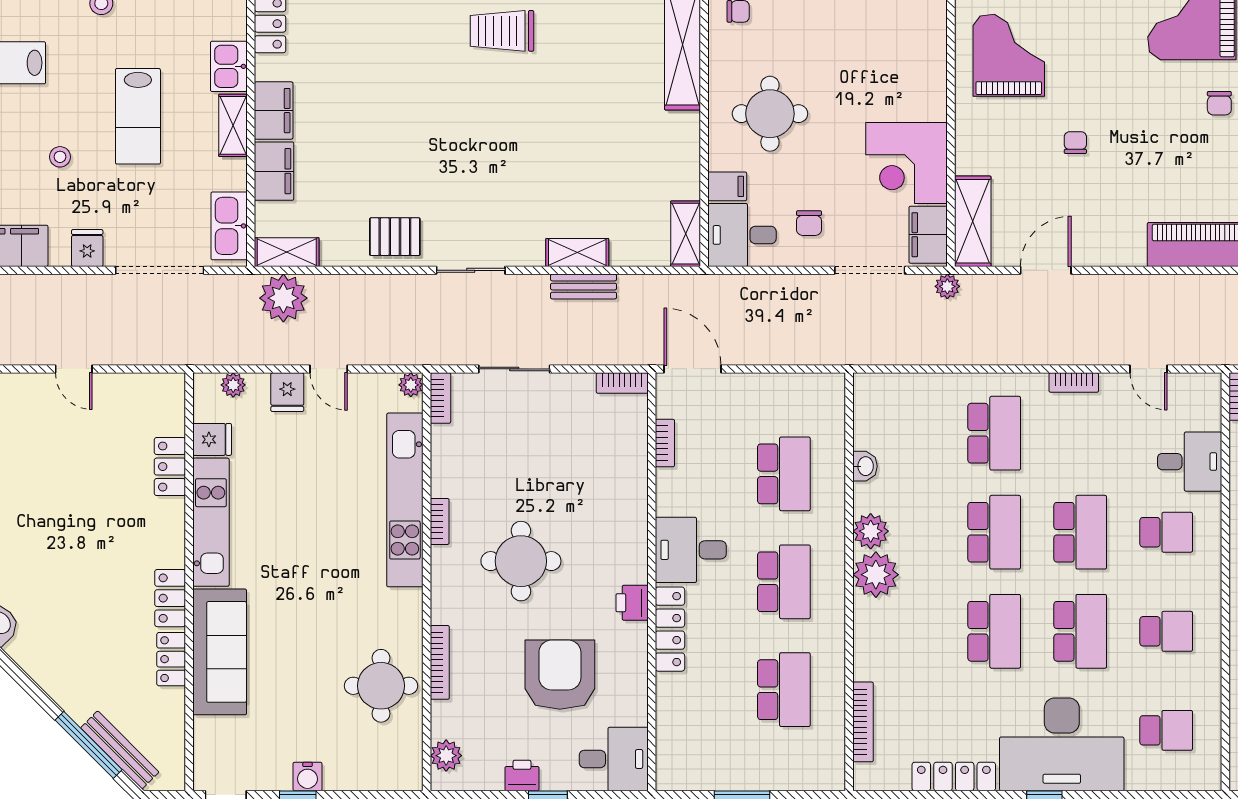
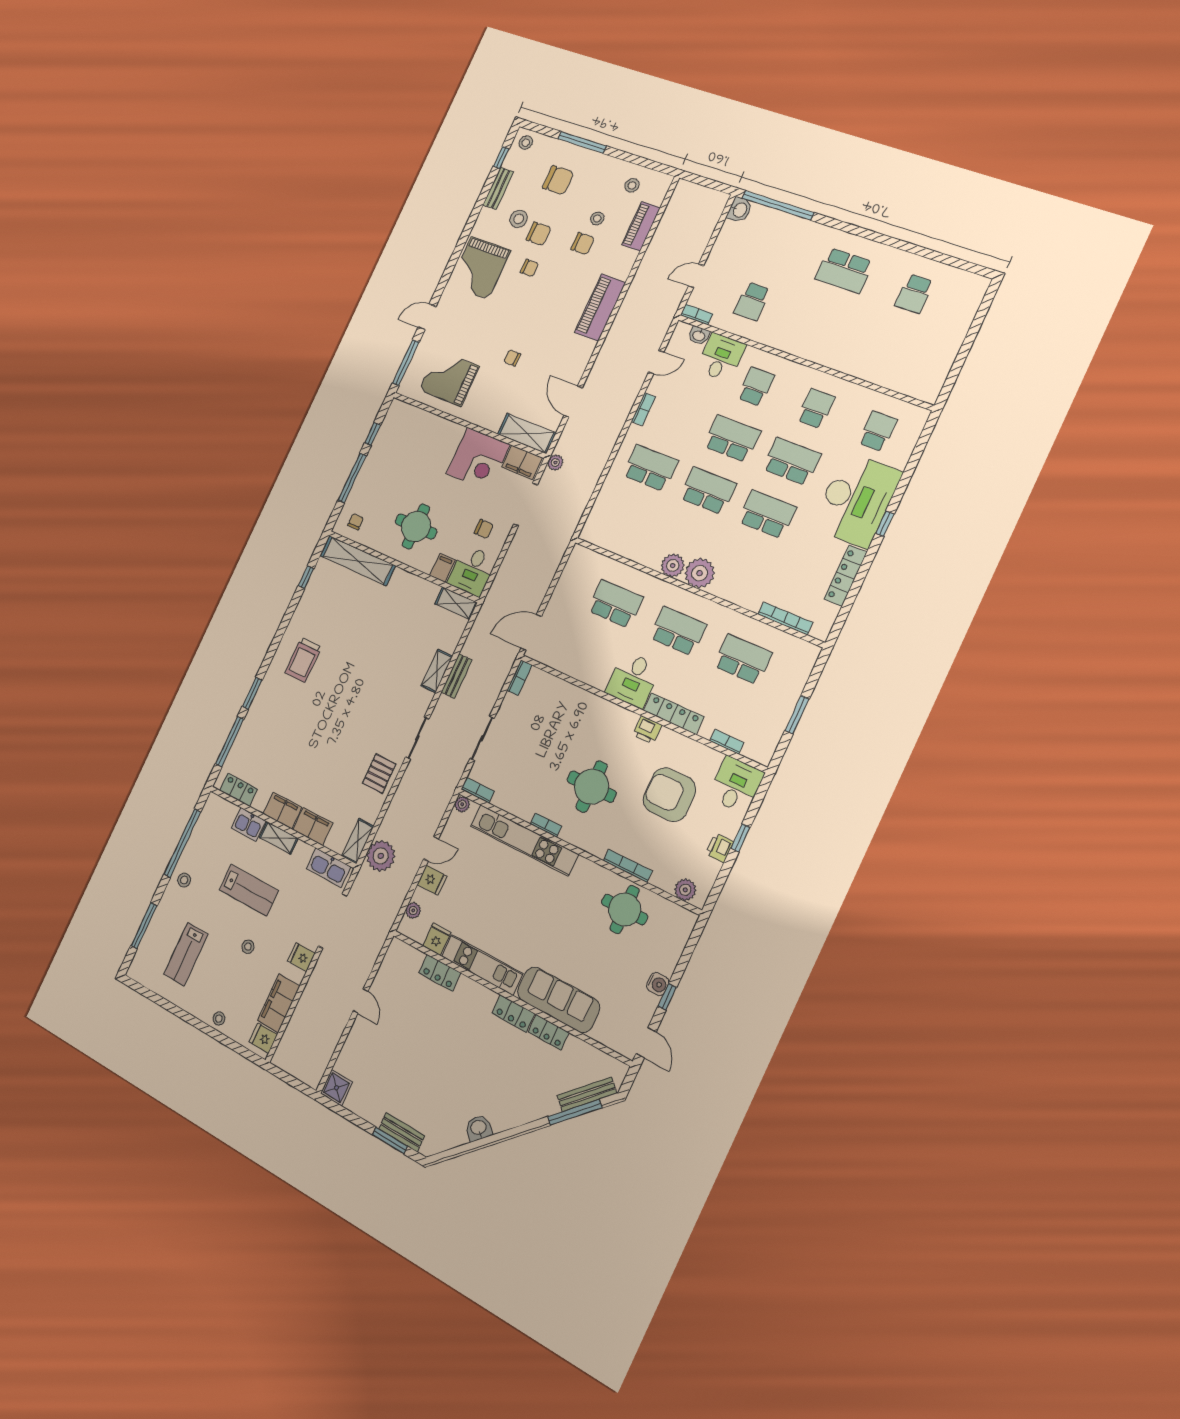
door: (74, 369) -> (361, 1001), hinge flipped
bookcase: (665, 443) -> (727, 742), moved
washbasin: (865, 466) -> (699, 335), moved, turned 180

